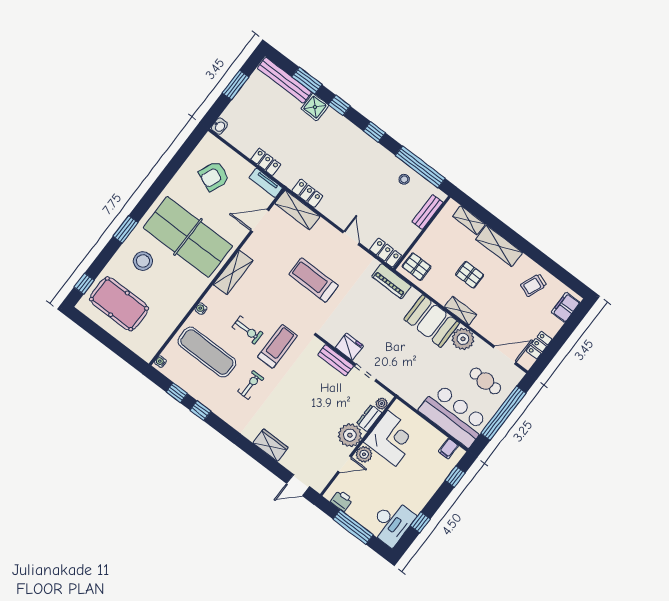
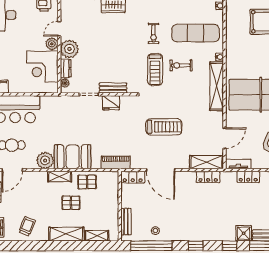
door: (351, 238) -> (161, 170), width x1.87
pallet: (417, 267) -> (87, 182), moved
shelving: (233, 272) -> (217, 86), width x1.47

